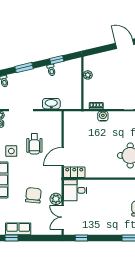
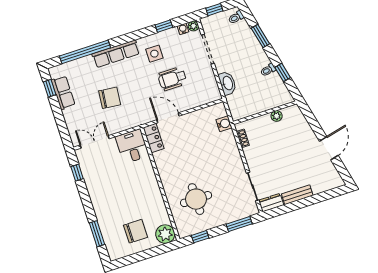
water cooler: (103, 116) -> (224, 124), moved
plant: (56, 199) -> (114, 126), removed

